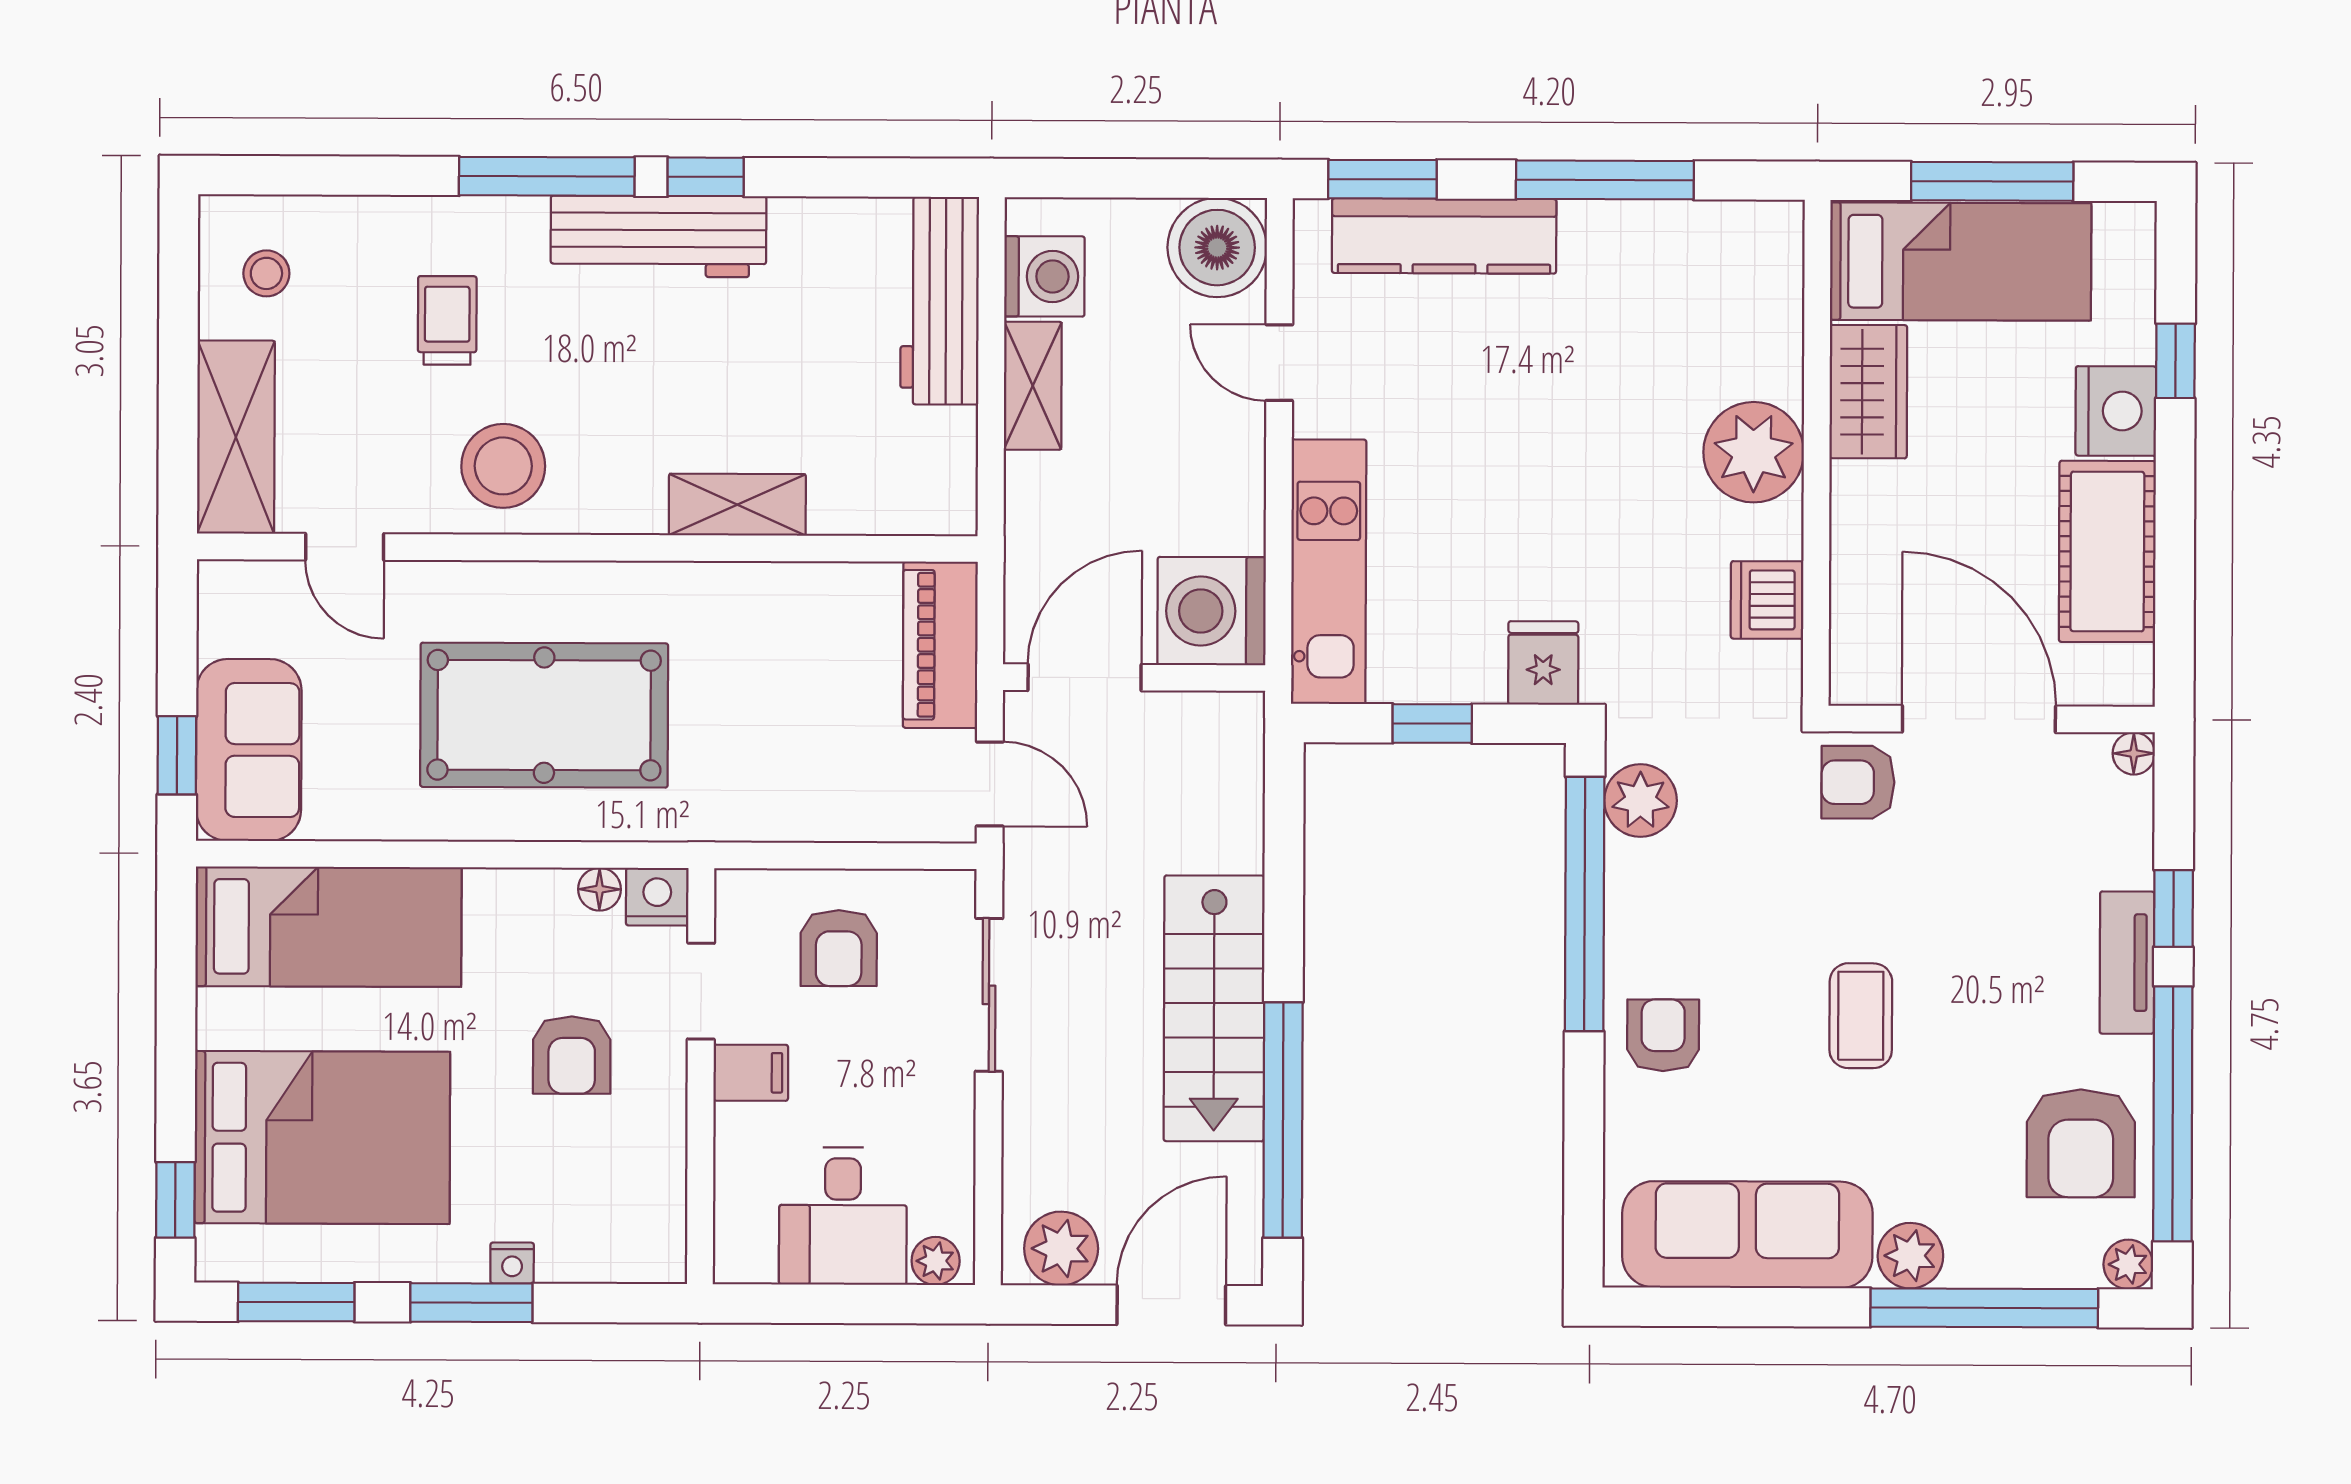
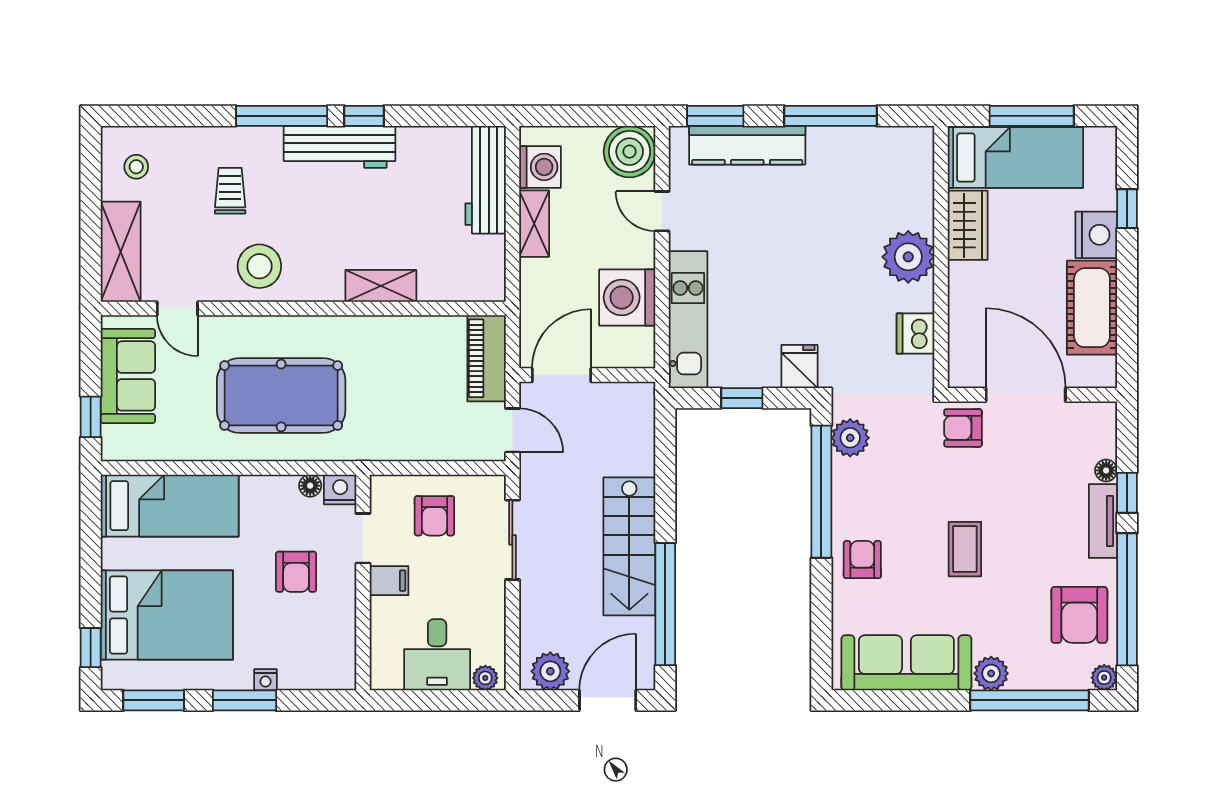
washing machine: (1212, 611) -> (627, 297), moved
sofa: (249, 750) -> (128, 376), moved
floor lamp: (2134, 753) -> (1106, 470), moved

